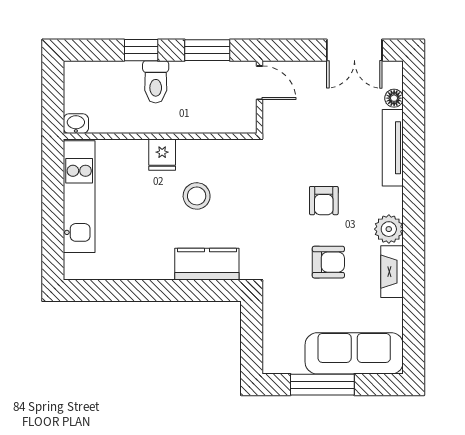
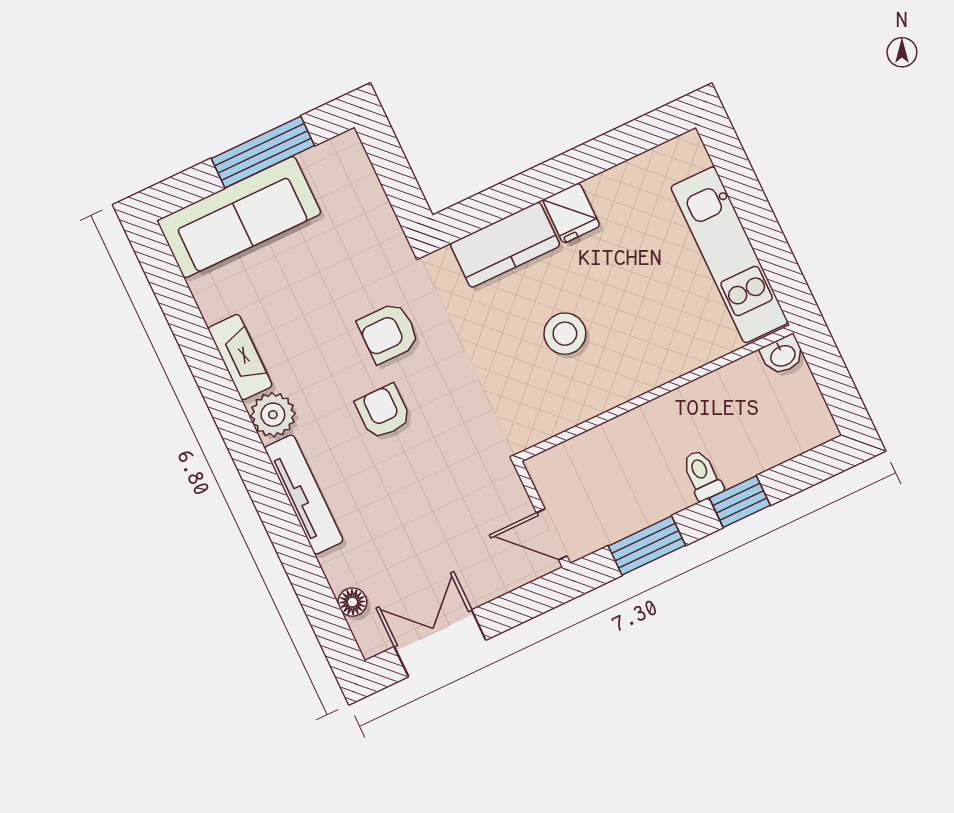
toilet: (156, 82) -> (702, 475), width x0.73, depth x0.72
tv unit: (393, 148) -> (304, 494), moved
fridge: (162, 155) -> (571, 213), moved, turned 180
armchair: (328, 262) -> (388, 333), moved

